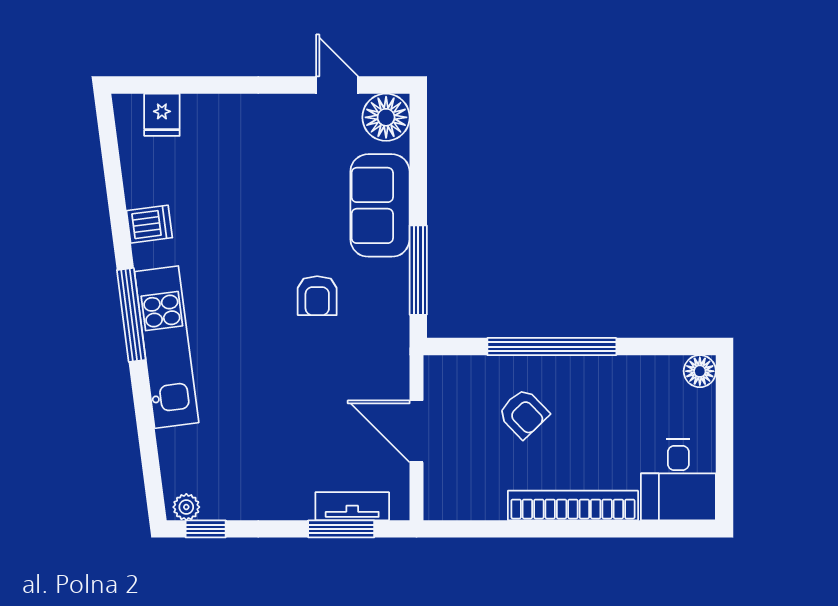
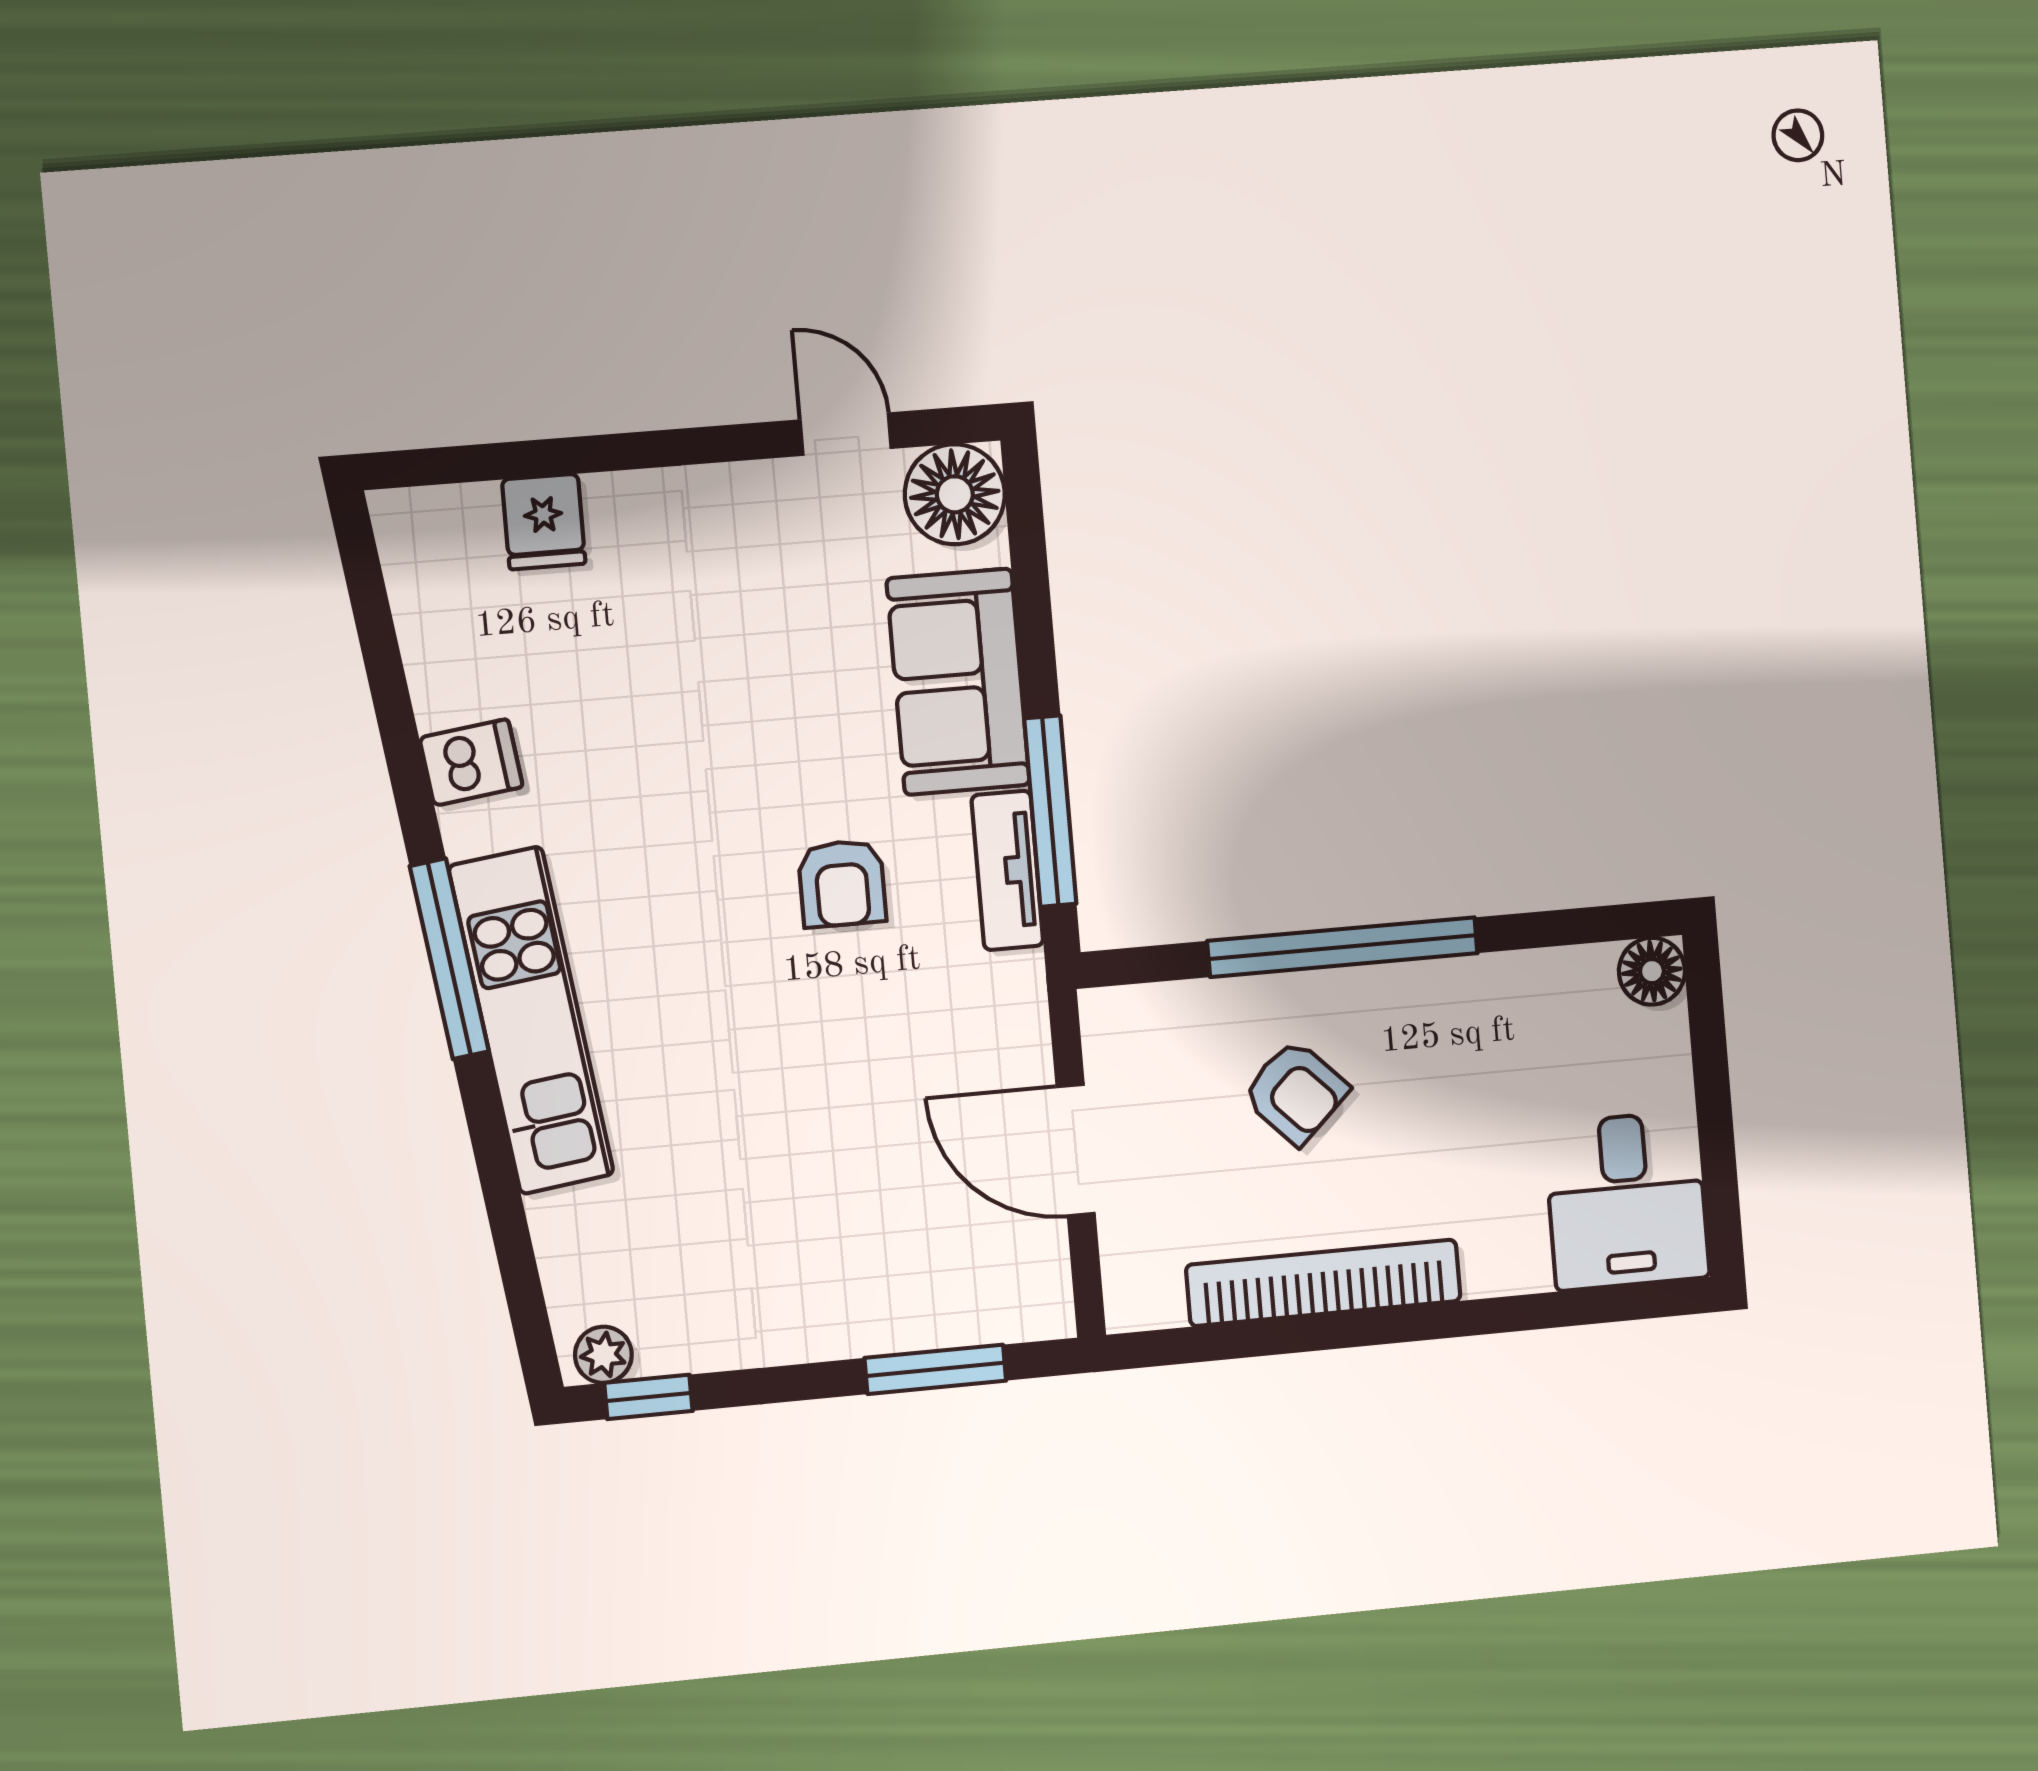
fridge: (162, 115) -> (544, 522), moved
bookcase: (573, 505) -> (1323, 1283), moved
tv unit: (352, 506) -> (1007, 870), moved, turned -90

